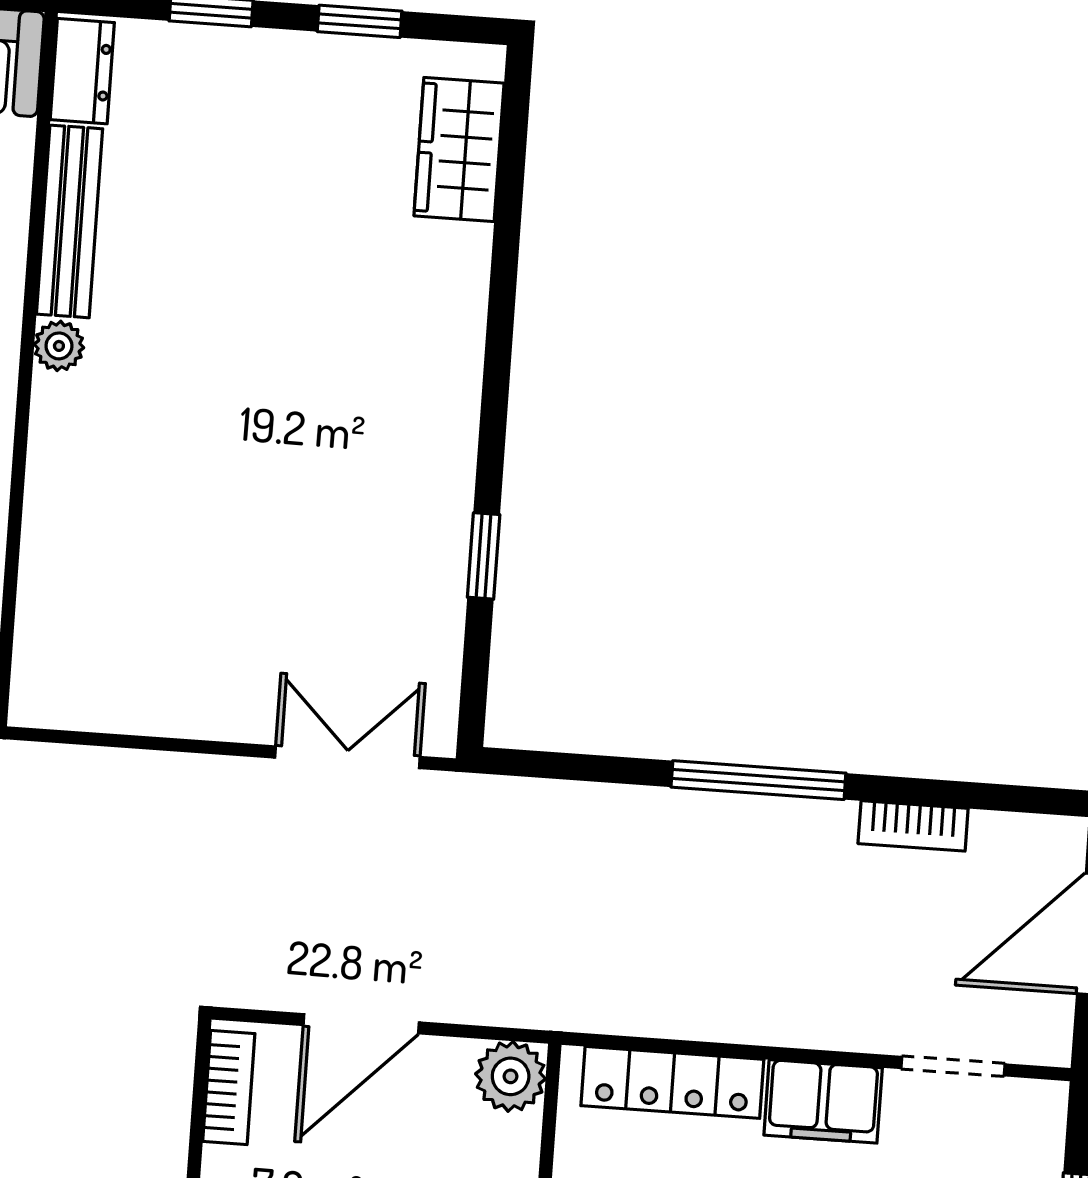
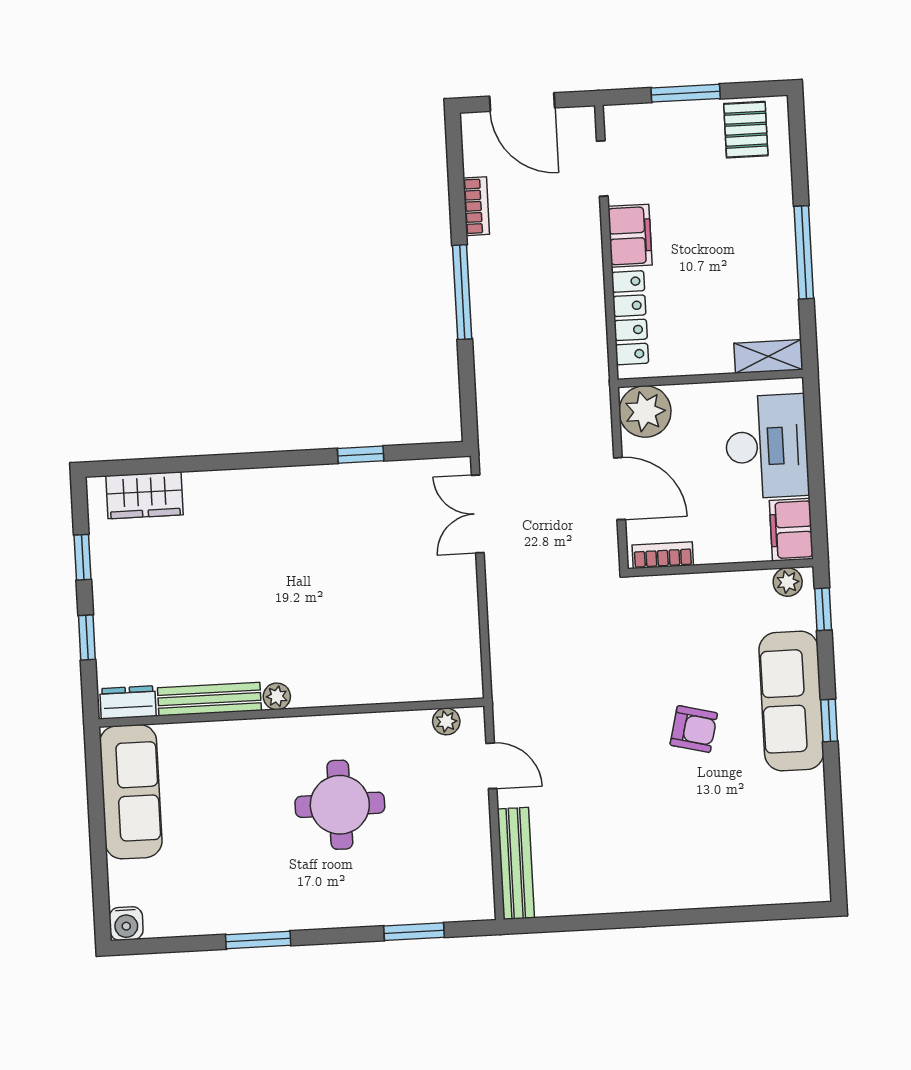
plant: (511, 1076) -> (645, 411), width x1.36, depth x1.36

